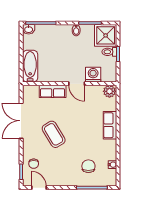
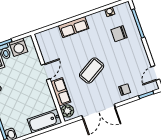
washing machine: (93, 75) -> (18, 47), moved, turned -90
plant: (109, 91) -> (67, 111), moved
coffee table: (54, 134) -> (92, 70), moved
chair: (34, 164) -> (125, 90), moved

